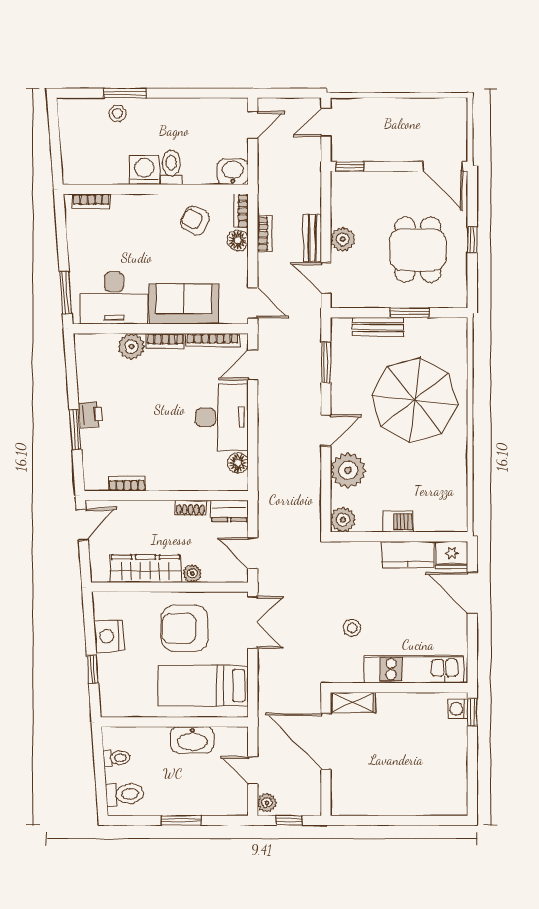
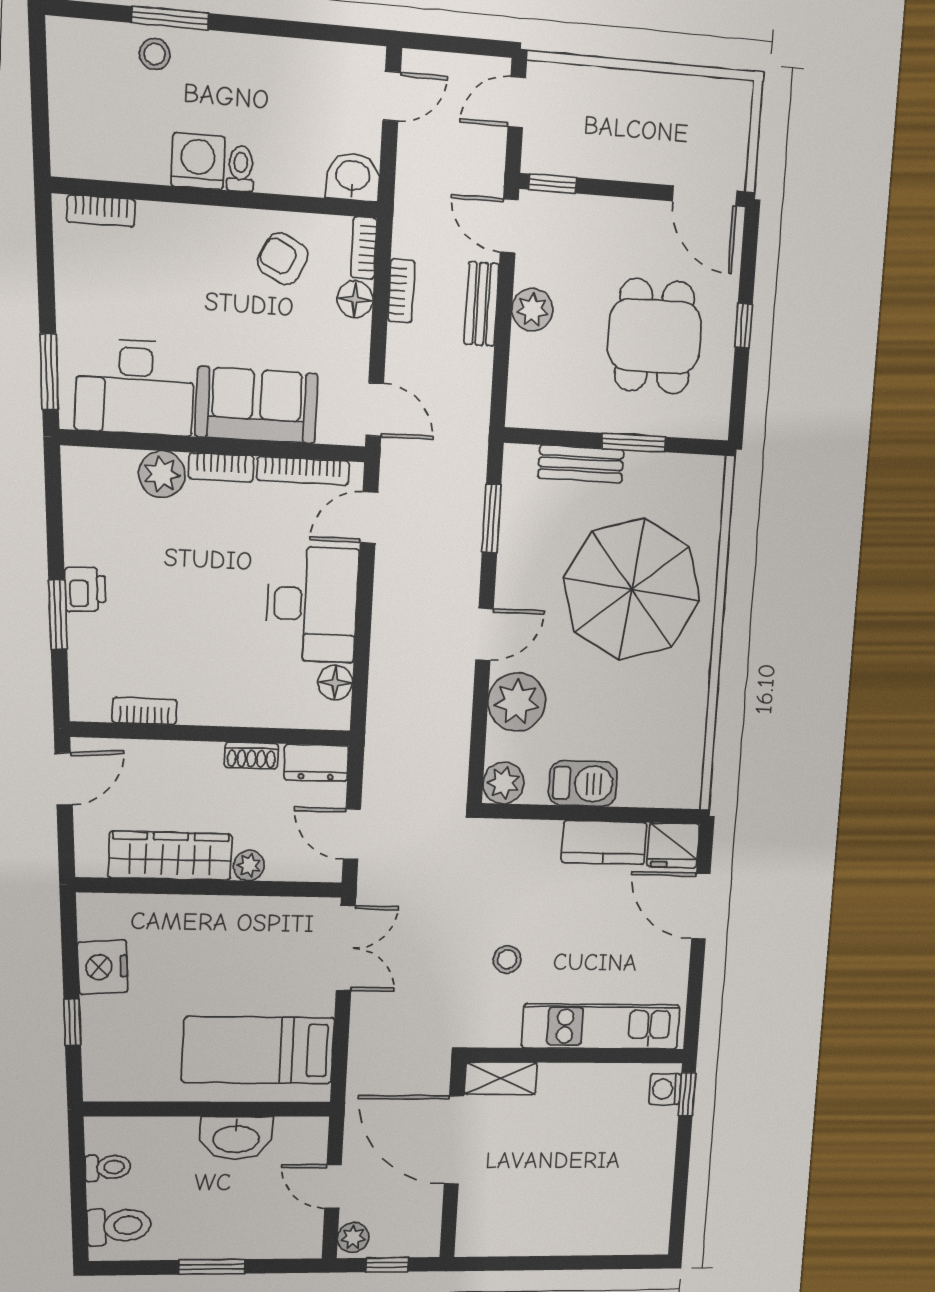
toilet: (171, 167) -> (241, 169), width x0.73, depth x0.72
door: (326, 278) -> (509, 226), moved
barbecue: (398, 521) -> (583, 783), width x1.38, depth x1.27
armchair: (185, 628) -> (232, 956), removed

